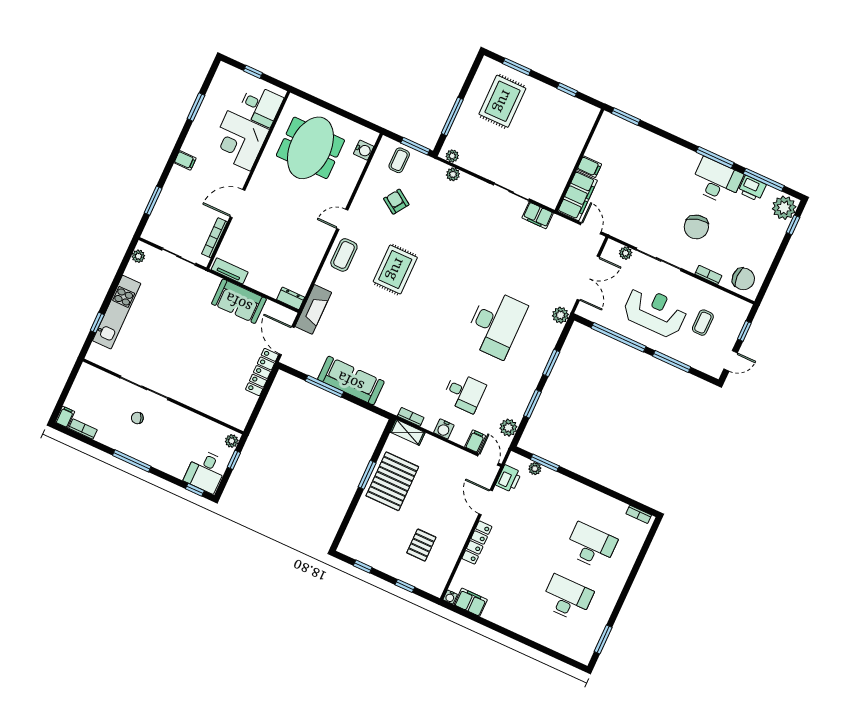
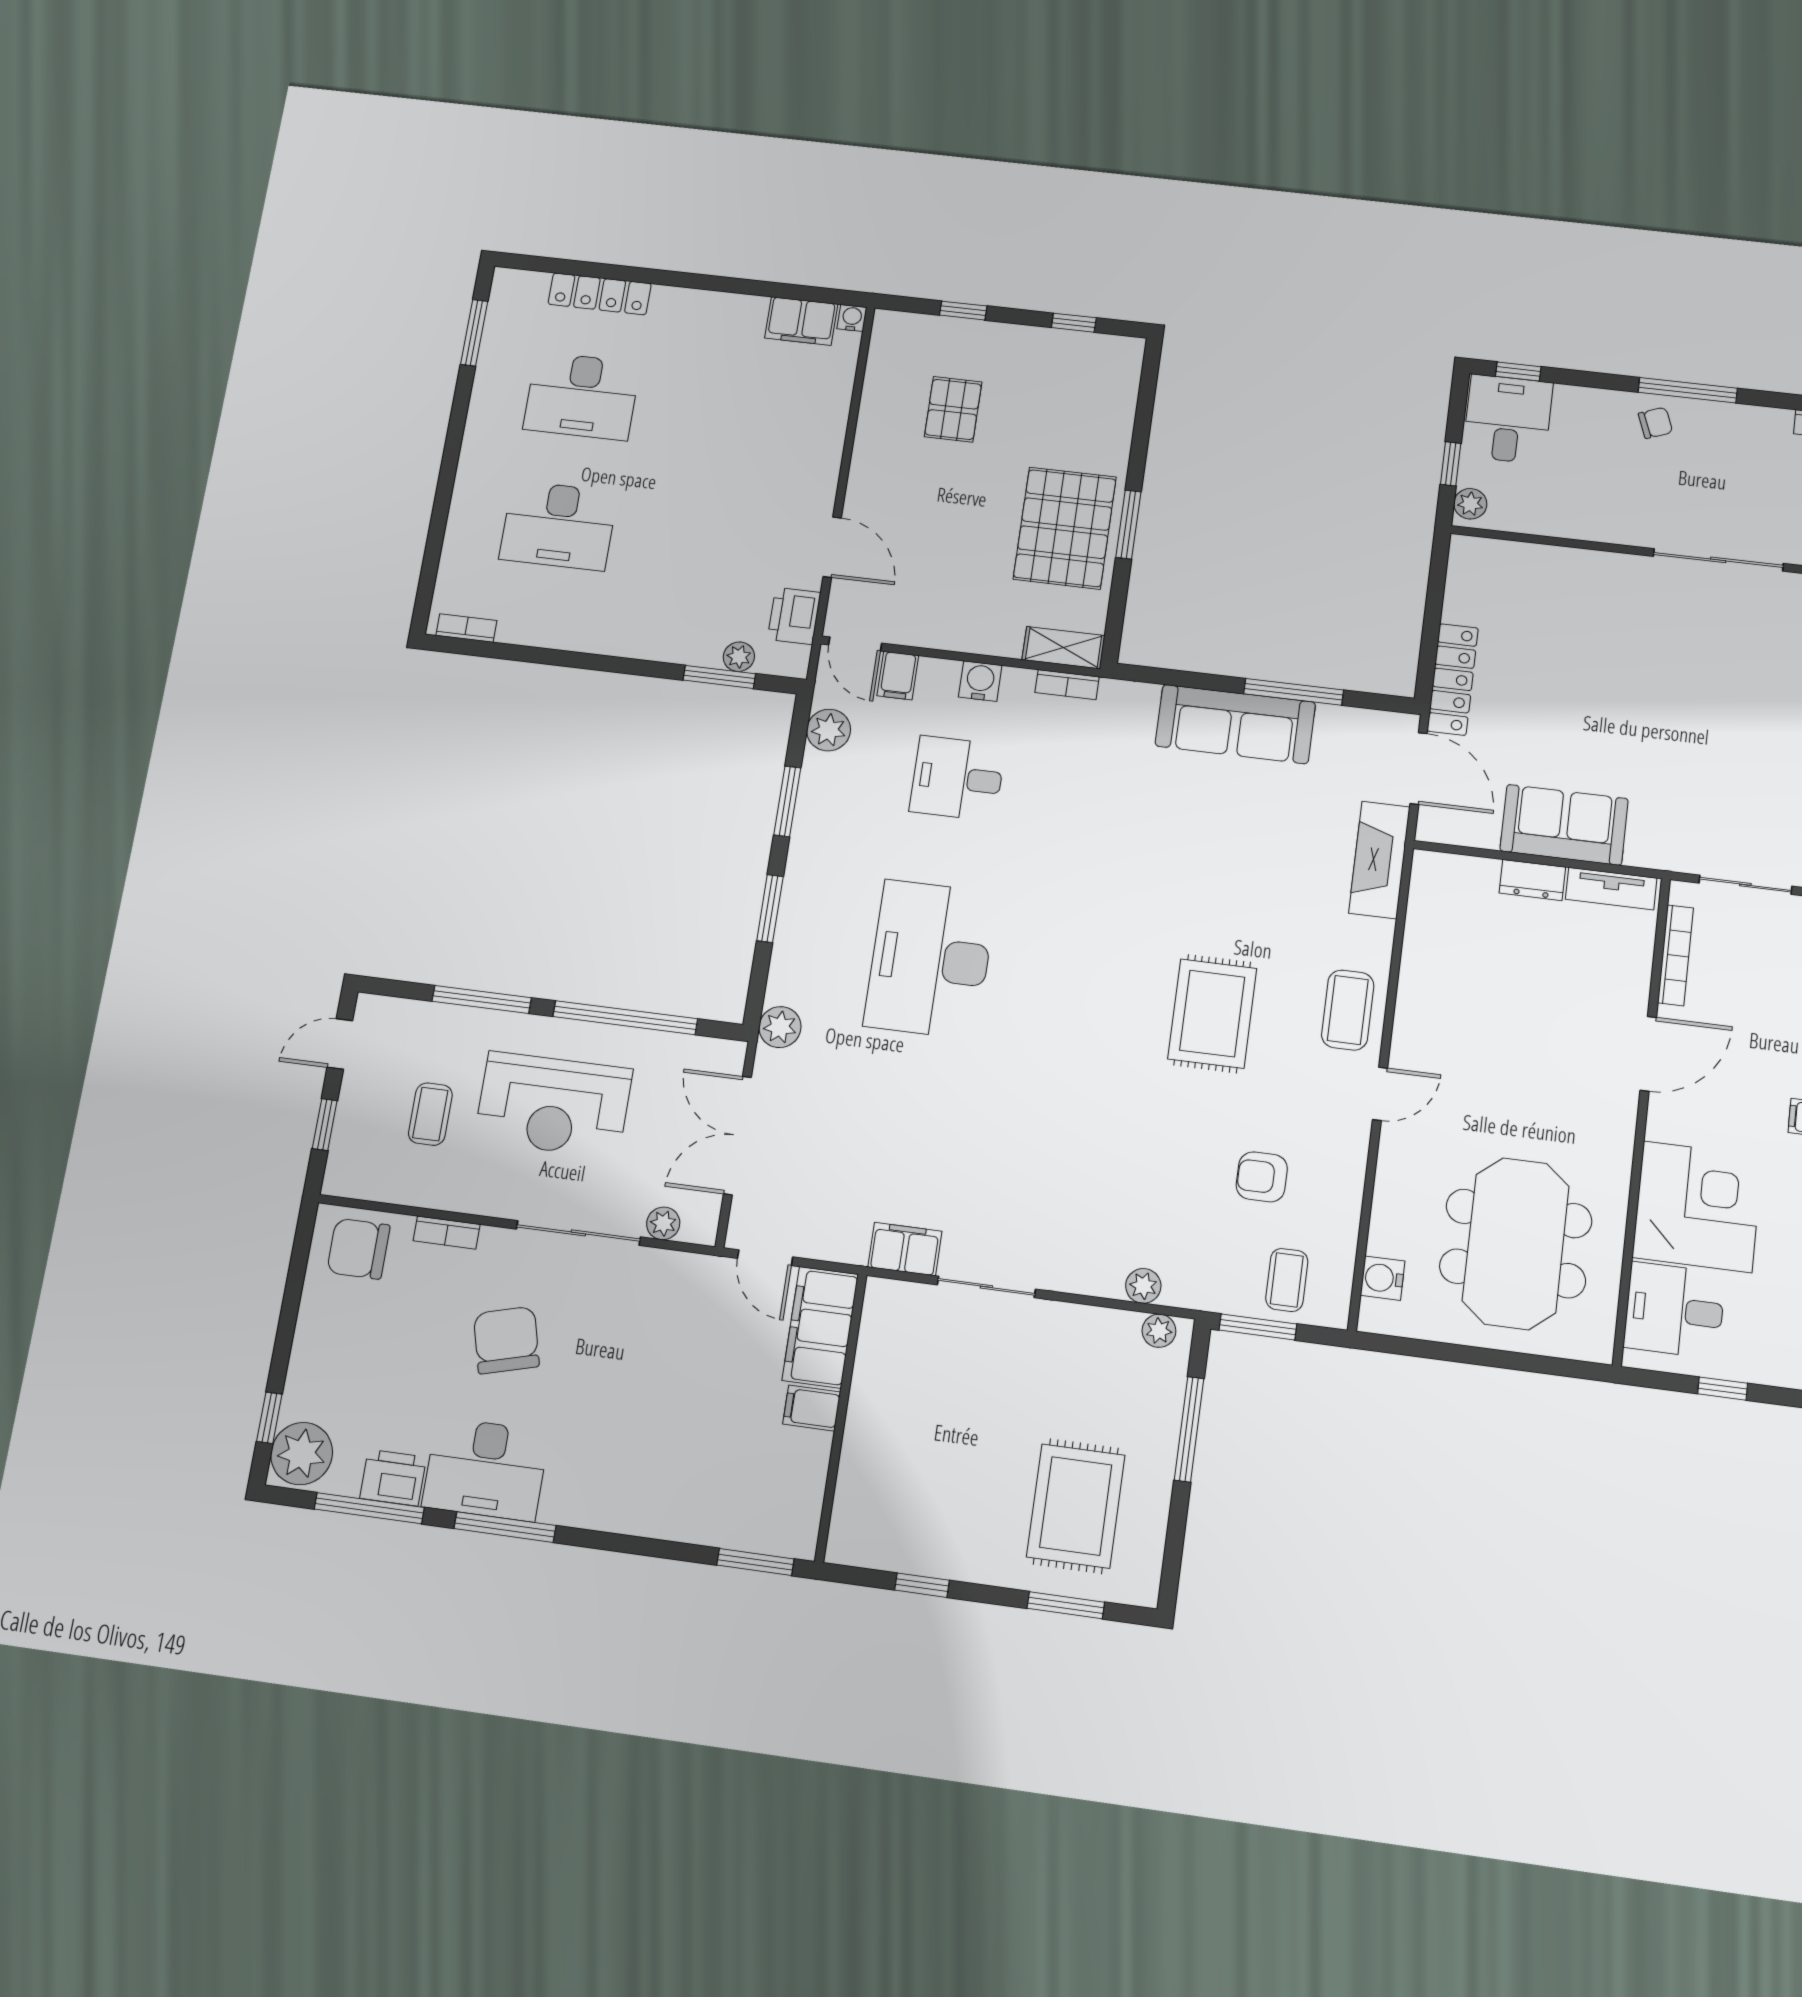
armchair: (396, 202) -> (1262, 1177), turned 146
dresser: (291, 298) -> (1532, 880), moved
chair: (137, 418) -> (1655, 423), moved
locker: (477, 542) -> (600, 294), moved, turned -90

